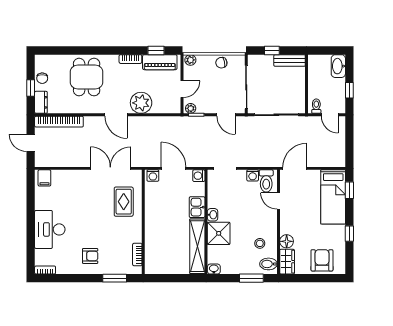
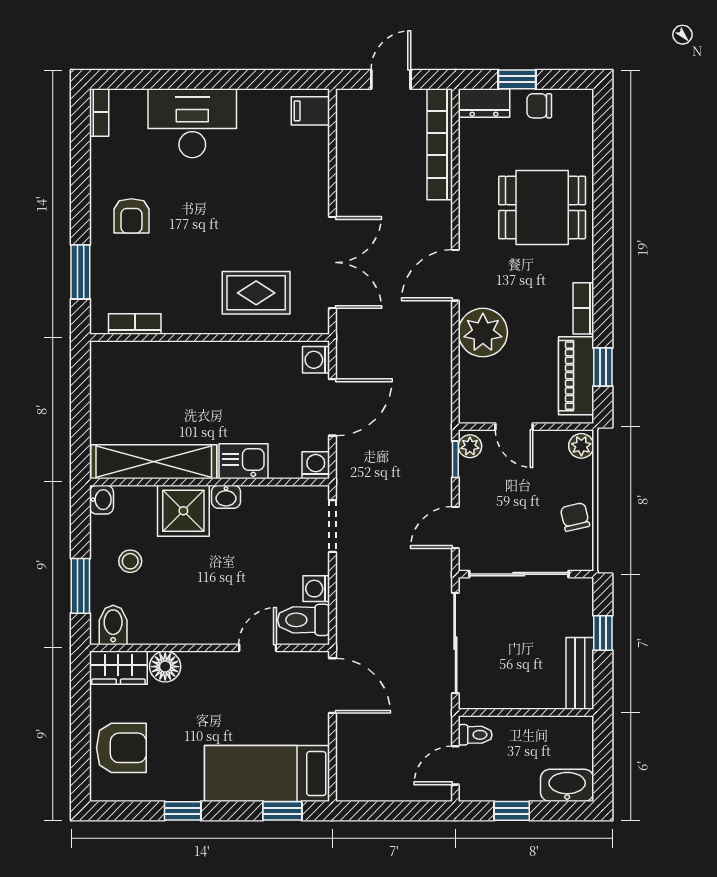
stool: (260, 243) -> (130, 561), moved

